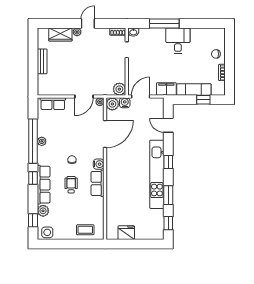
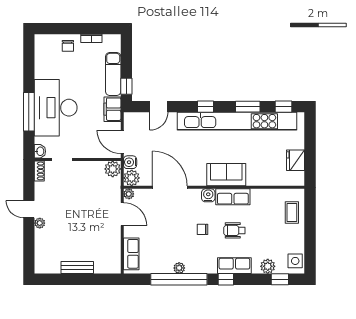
wardrobe: (60, 34) -> (43, 244), removed
desk: (178, 41) -> (56, 108), width x1.87, depth x1.30
window: (203, 100) -> (126, 86), moved
kitchen unit: (157, 174) -> (237, 121), width x1.36
sofa: (115, 178) -> (226, 175), added
row of seats: (44, 185) -> (234, 266), width x0.68

